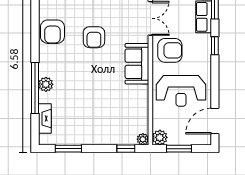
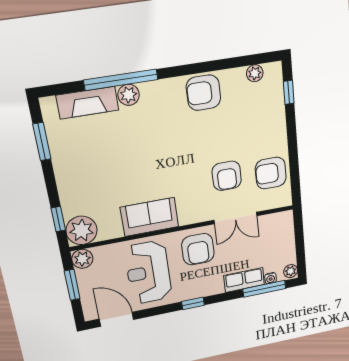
armchair: (94, 37) -> (227, 176), moved, turned -90
window: (215, 46) -> (193, 303), moved
sofa: (137, 64) -> (150, 217), moved
fireplace: (45, 119) -> (88, 103), width x1.37, depth x1.32
plant: (143, 139) -> (82, 230), width x1.88, depth x1.88

